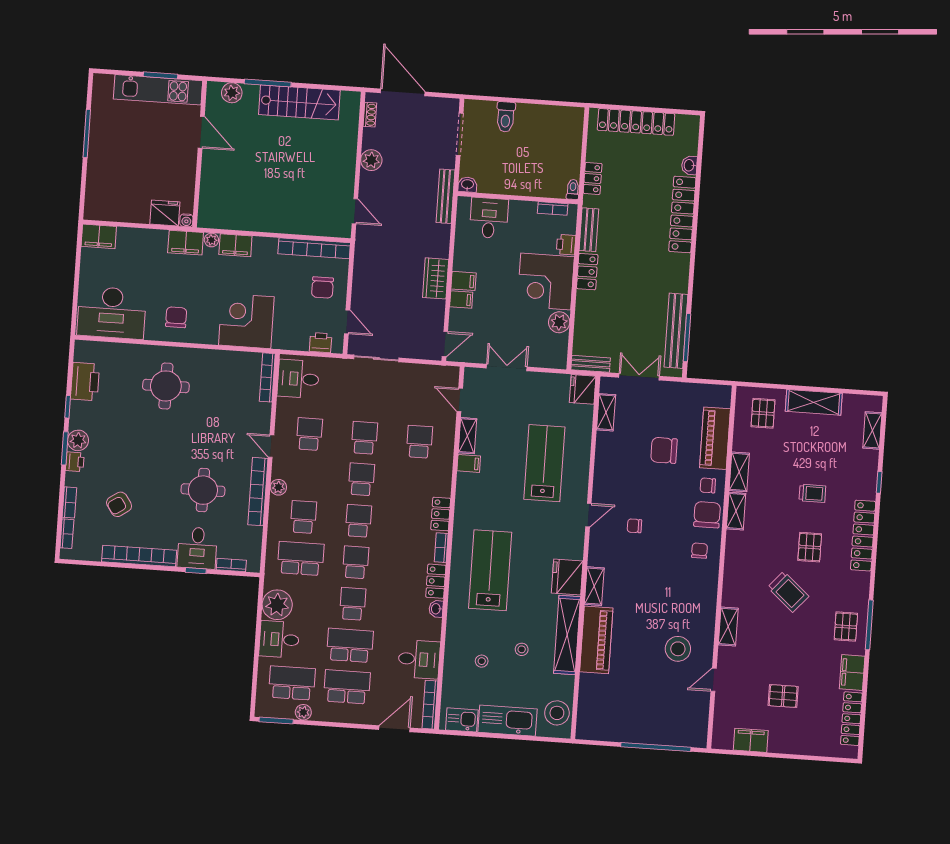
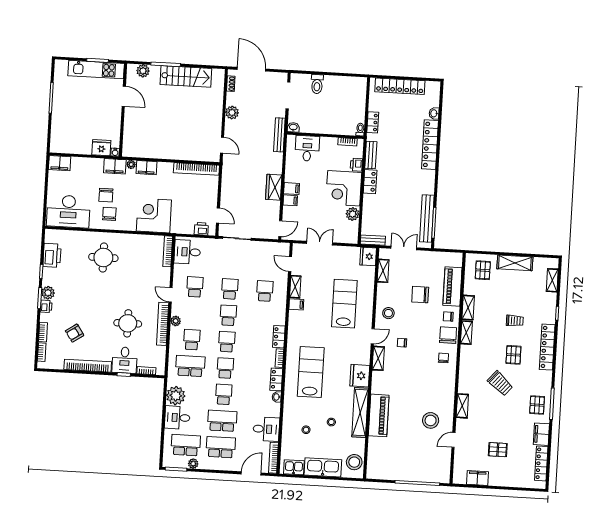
chair: (322, 287) -> (106, 195), moved
stool: (614, 479) -> (388, 313), added
shelving: (594, 586) -> (378, 358), moved

